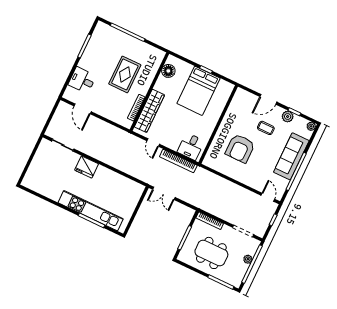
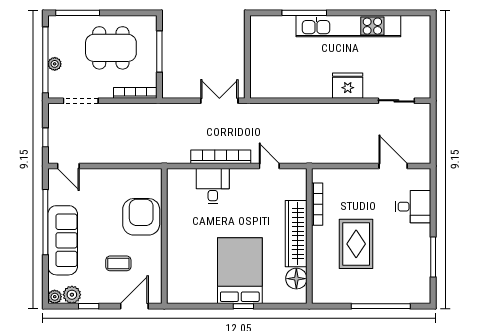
wardrobe: (149, 111) -> (296, 234), moved
plant: (288, 117) -> (72, 295), moved
wall: (218, 124) -> (164, 236), moved
kitchen unit: (91, 211) -> (348, 26), moved

